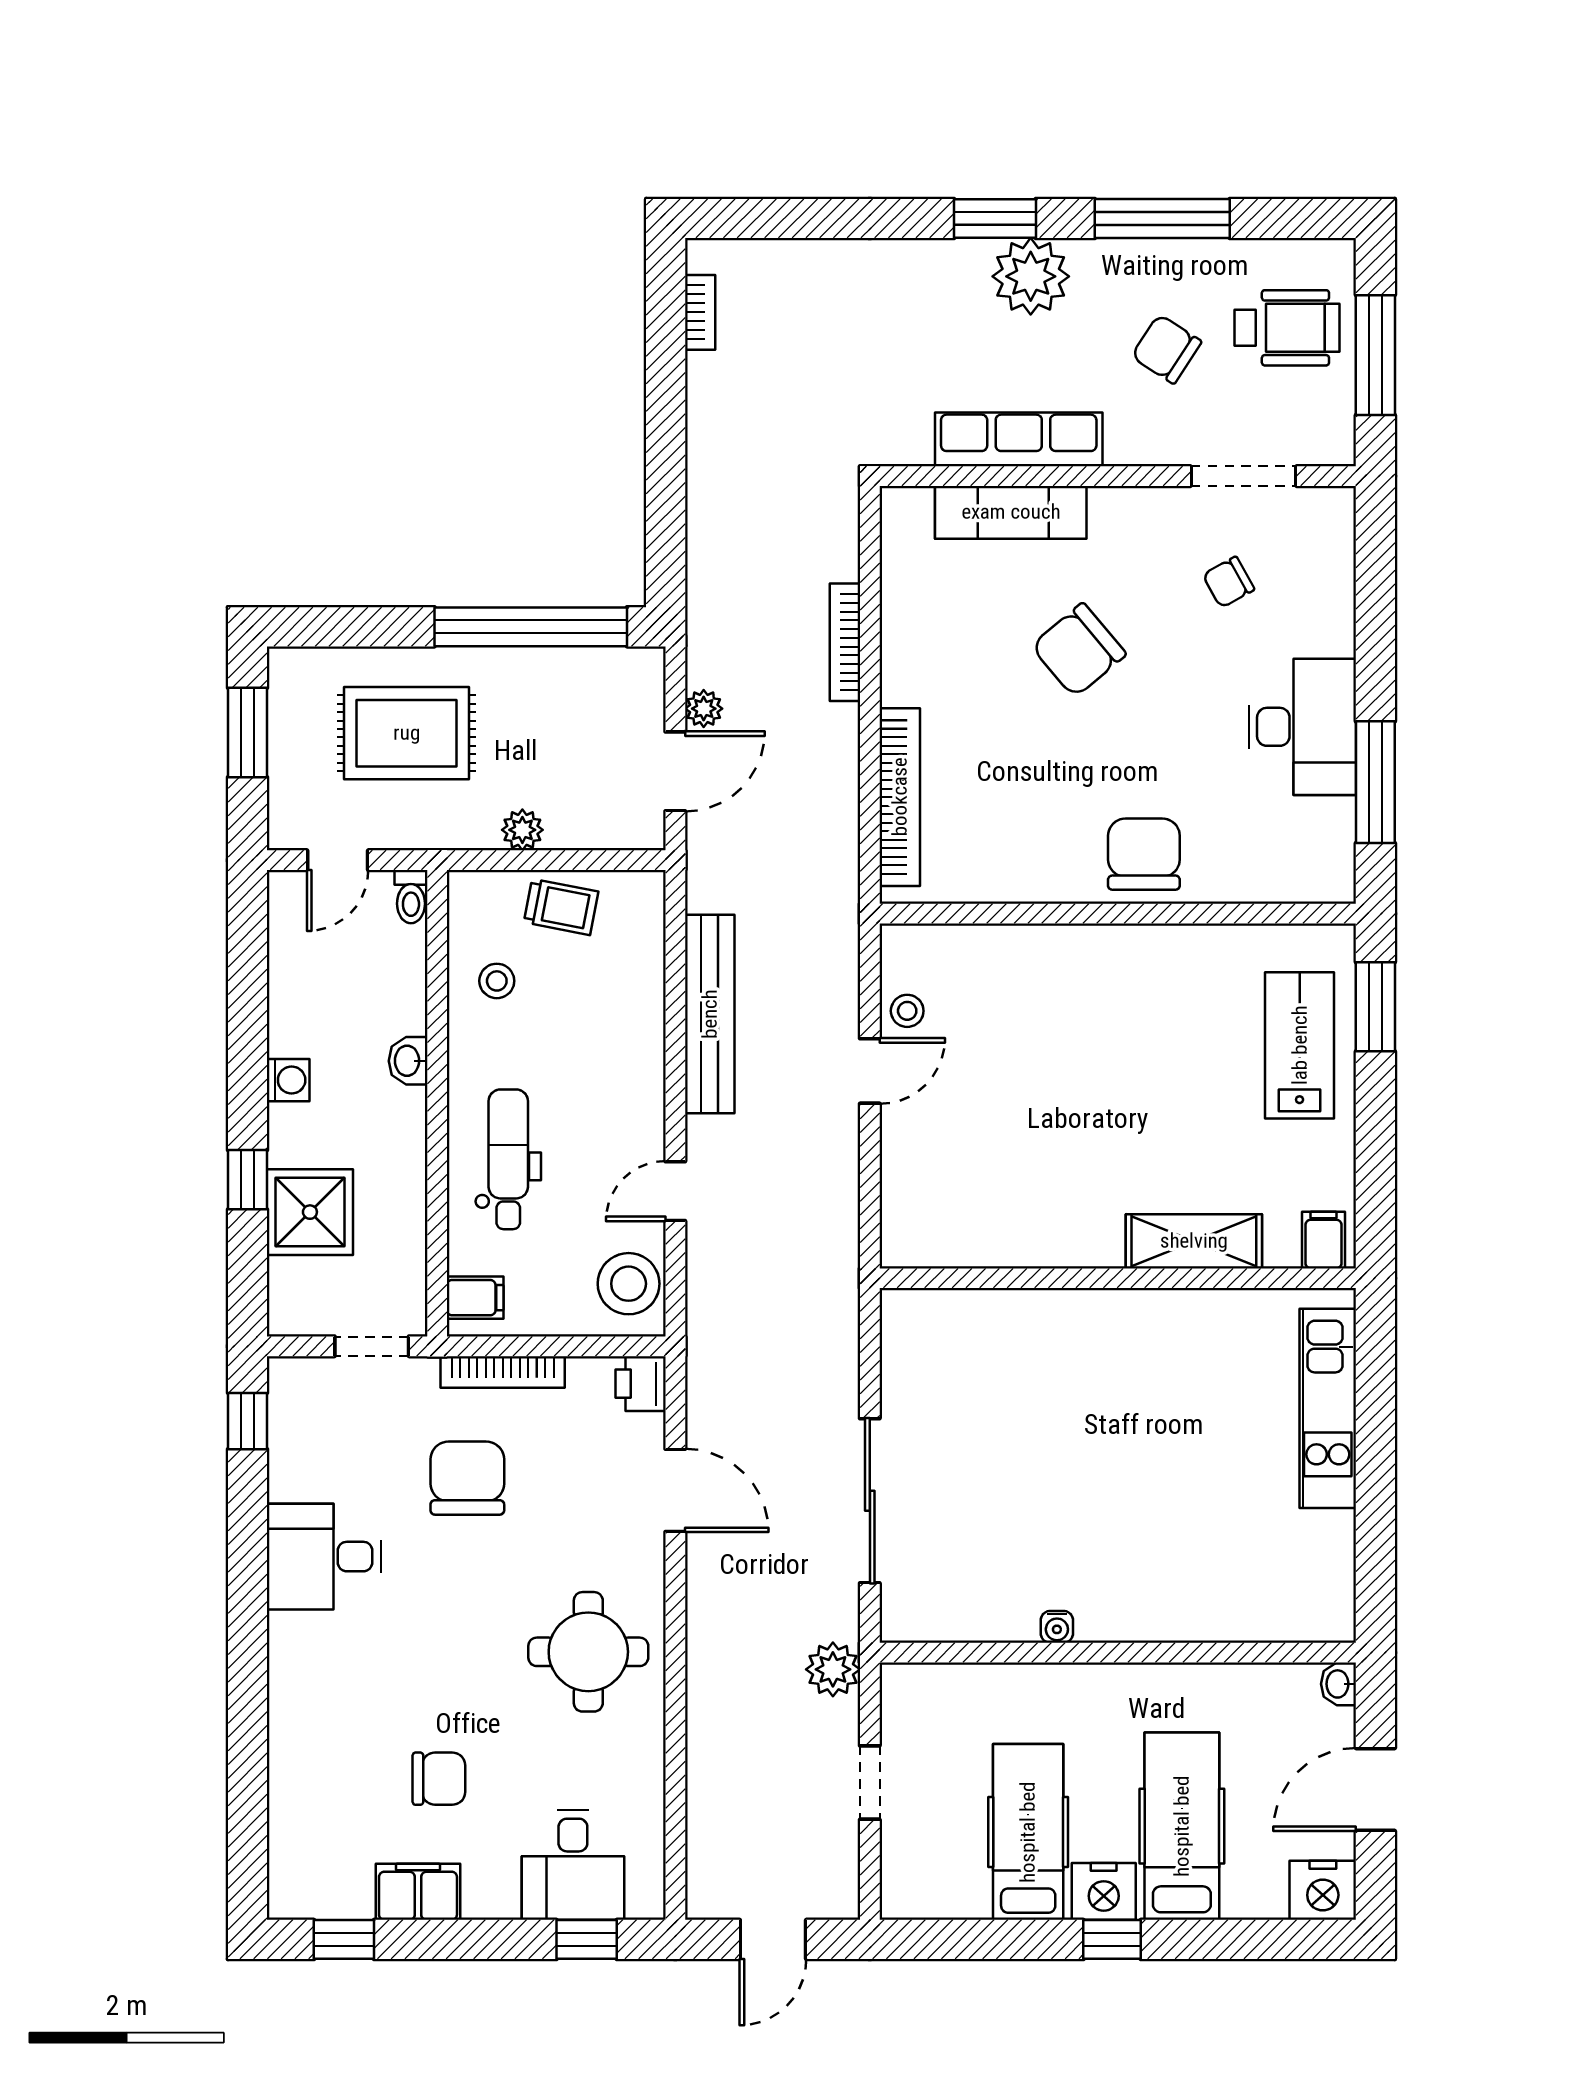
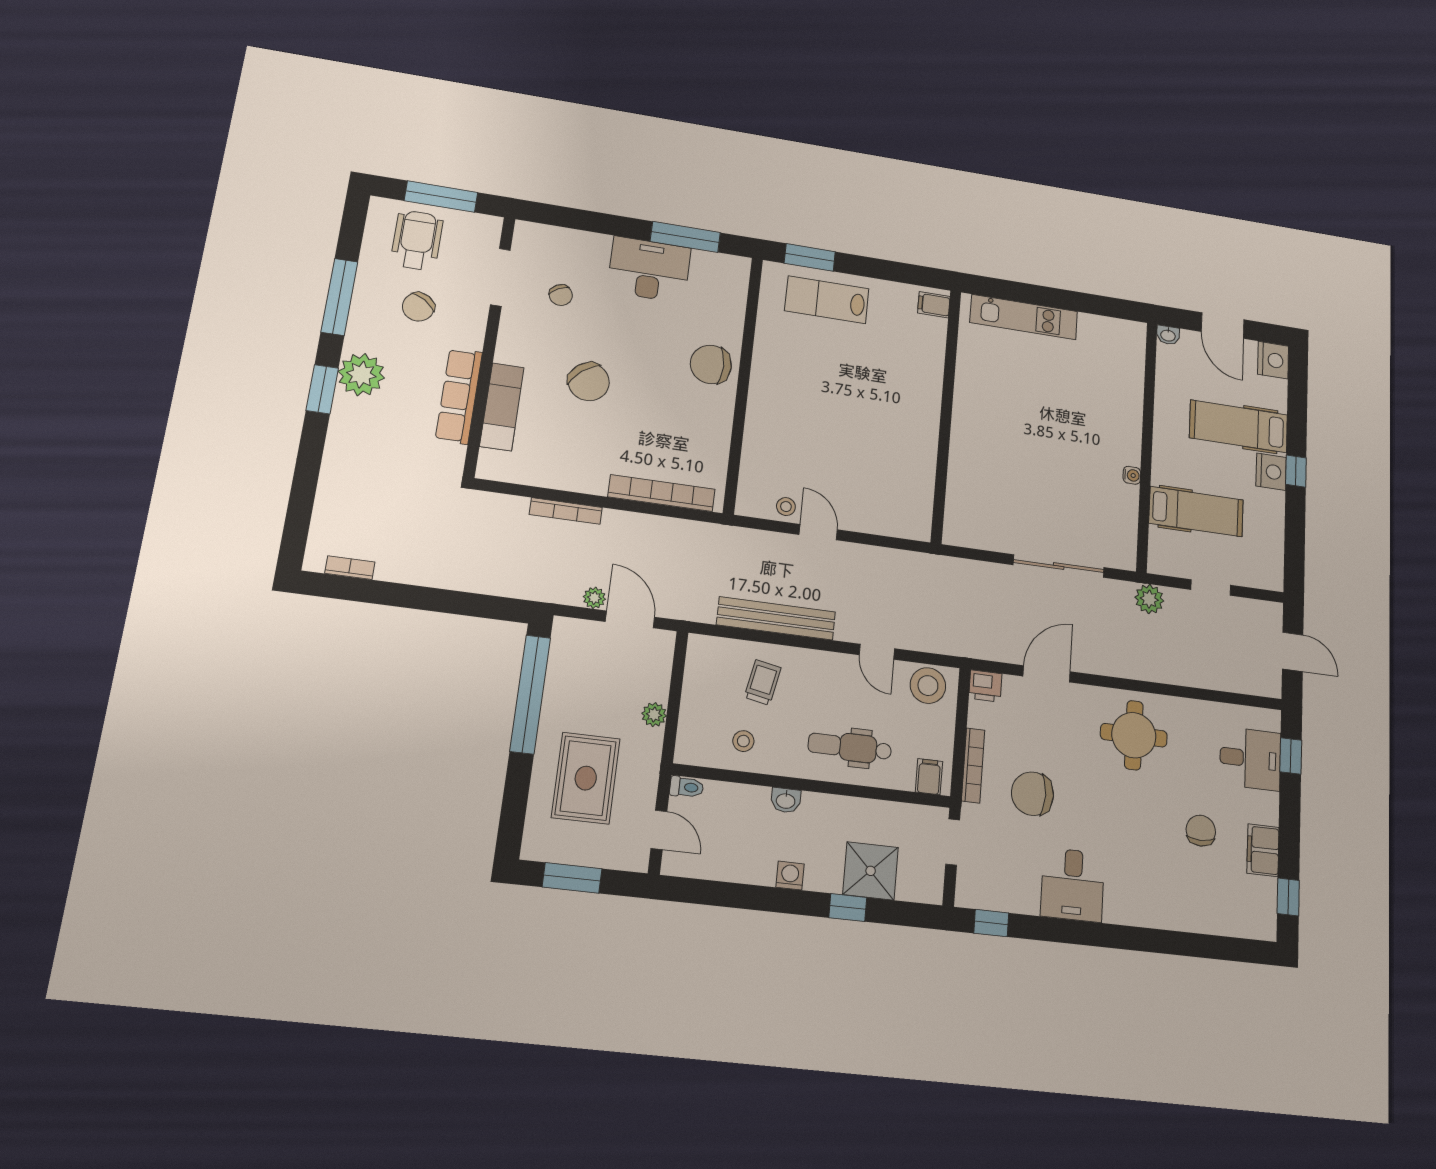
trolley: (561, 907) -> (763, 682), moved
shelving: (1194, 1241) -> (929, 372), removed
hospital bed: (1028, 1832) -> (1196, 512), moved, turned 180

